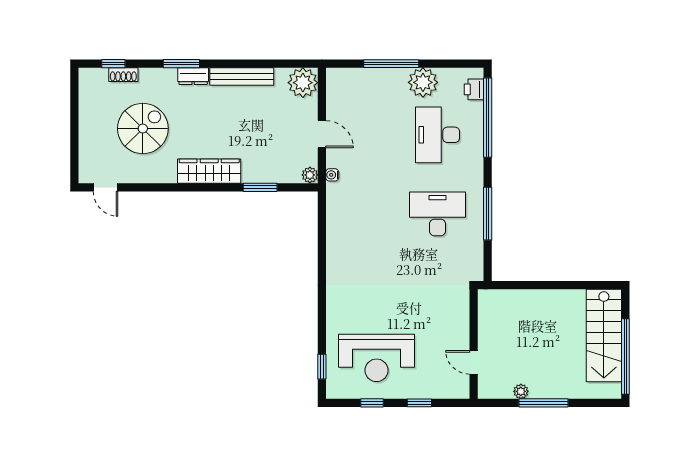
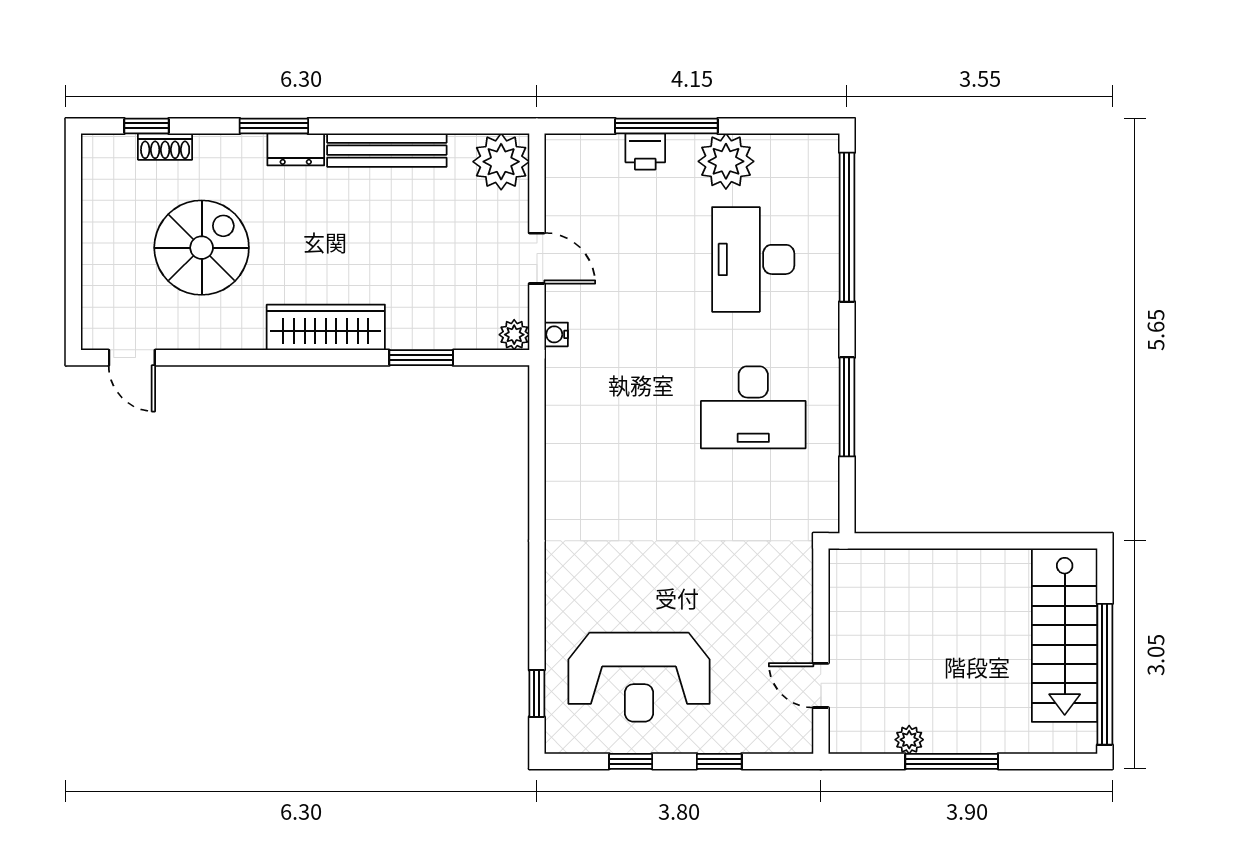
printer: (474, 89) -> (645, 151), moved, turned -90
desk: (438, 214) -> (753, 407), turned 180

